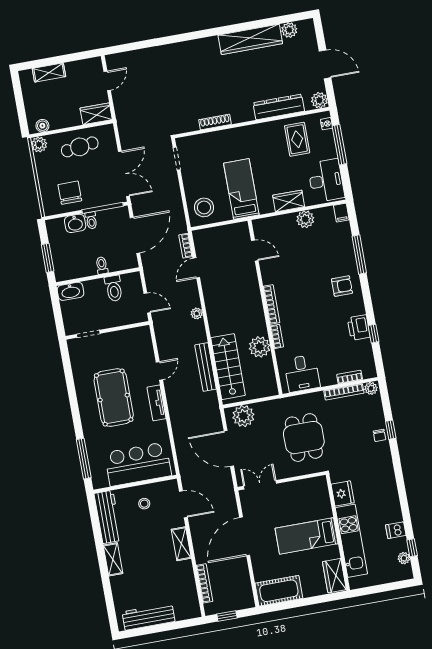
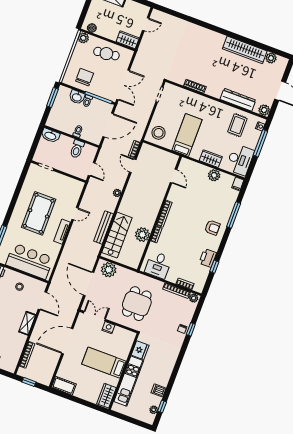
window: (48, 258) -> (52, 97), moved
door: (196, 268) -> (133, 166), hinge flipped
nightstand: (286, 489) -> (108, 328), added
cot: (279, 591) -> (64, 386), width x0.73, depth x0.75

